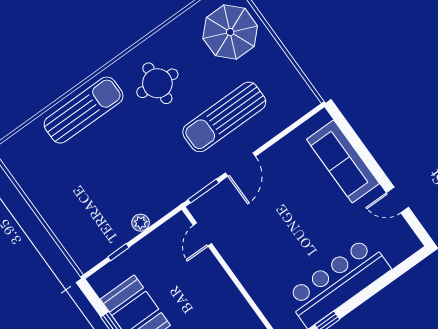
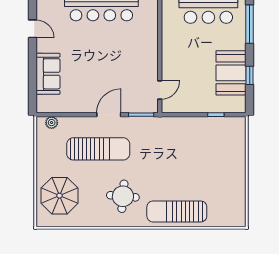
sofa: (343, 161) -> (48, 74), width x0.73
plant: (141, 223) -> (52, 123), moved

